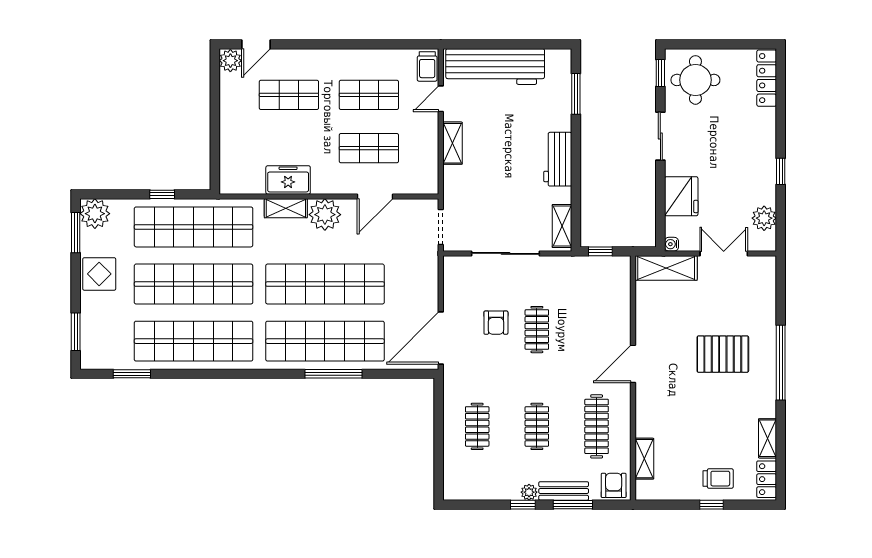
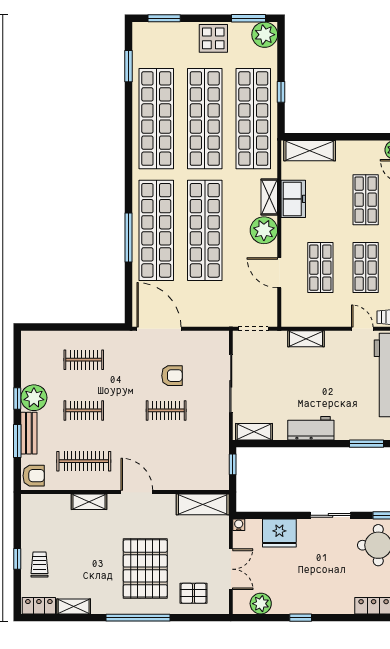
shelving: (452, 143) -> (306, 339), moved
shelving: (231, 161) -> (310, 151), added
shelving: (666, 268) -> (203, 504), moved, turned 90
pallet: (752, 297) -> (193, 593), added
armchair: (496, 323) -> (172, 376), turned 180
pallet: (723, 354) -> (145, 568), width x1.37, depth x1.41
shelving: (644, 459) -> (89, 502), moved
trolley: (718, 479) -> (39, 565), turned 180
plant: (529, 492) -> (34, 398), width x1.88, depth x1.88

